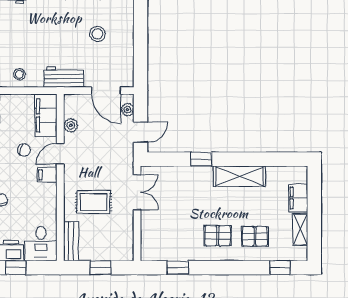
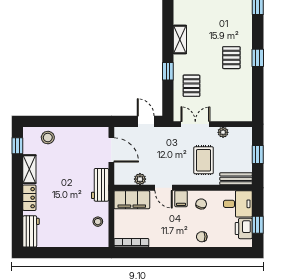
stool: (97, 34) -> (48, 138), moved
door: (106, 91) -> (111, 150), hinge flipped
plant: (127, 110) -> (223, 132), moved
chair: (24, 150) -> (201, 204), moved
shelving: (240, 176) -> (180, 40), width x0.67, depth x0.75
pallet: (255, 236) -> (191, 86), moved
window: (178, 268) -> (258, 58), moved

